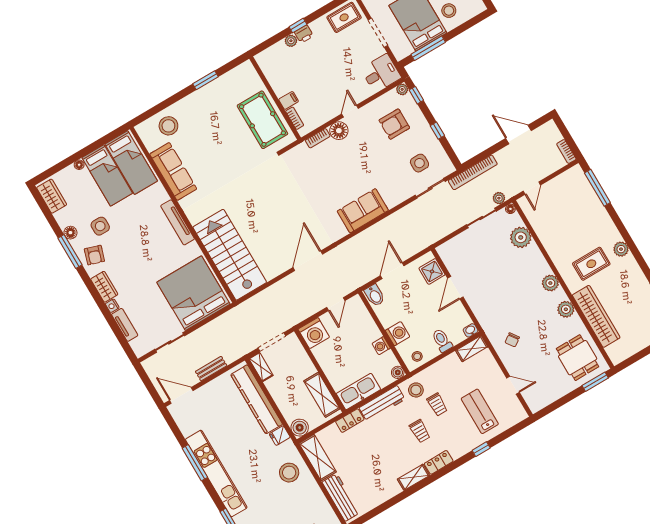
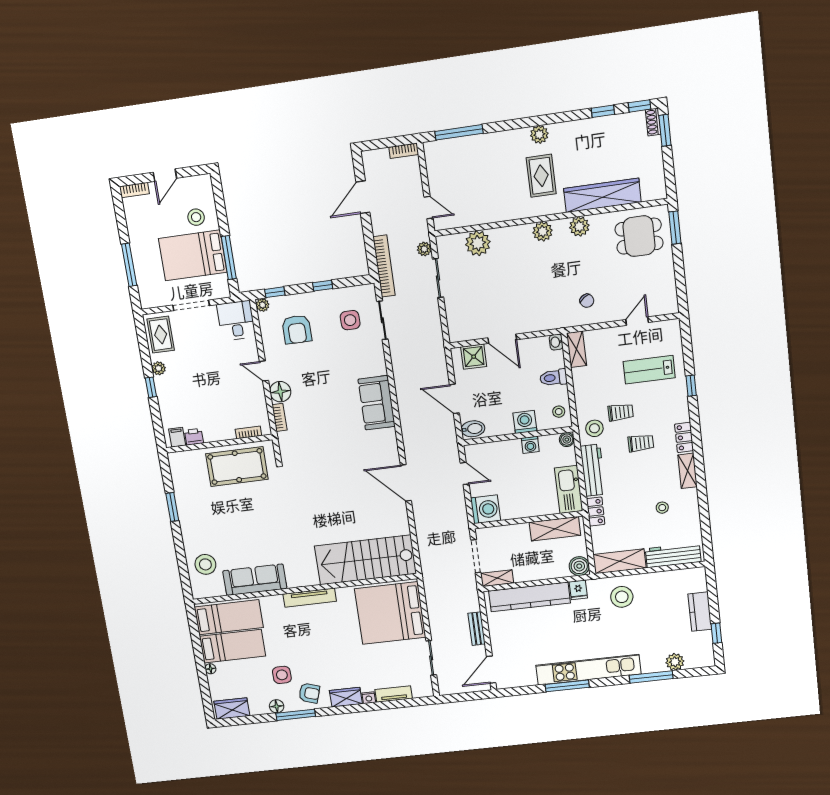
printer: (304, 34) -> (194, 437), moved, turned -90
plant: (291, 41) -> (159, 368), moved
filing cabinet: (289, 100) -> (177, 437), moved
floor lamp: (510, 209) -> (441, 241), removed
stool: (376, 471) -> (662, 508), added

